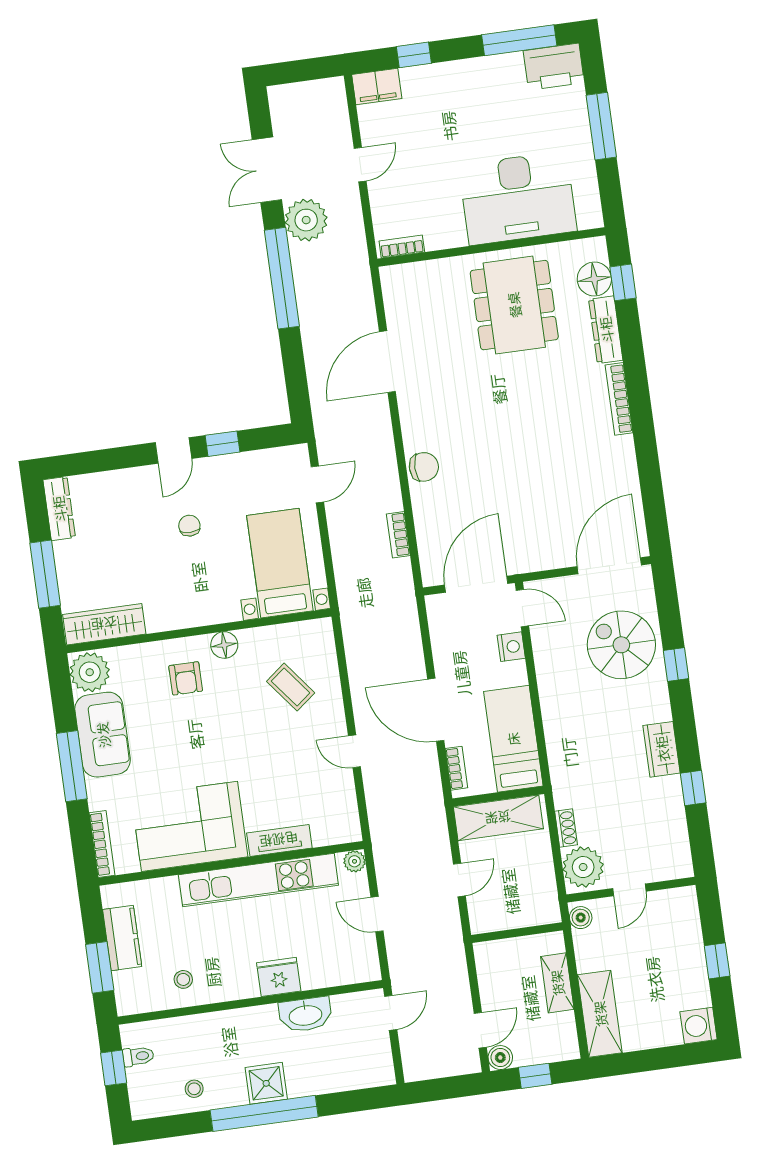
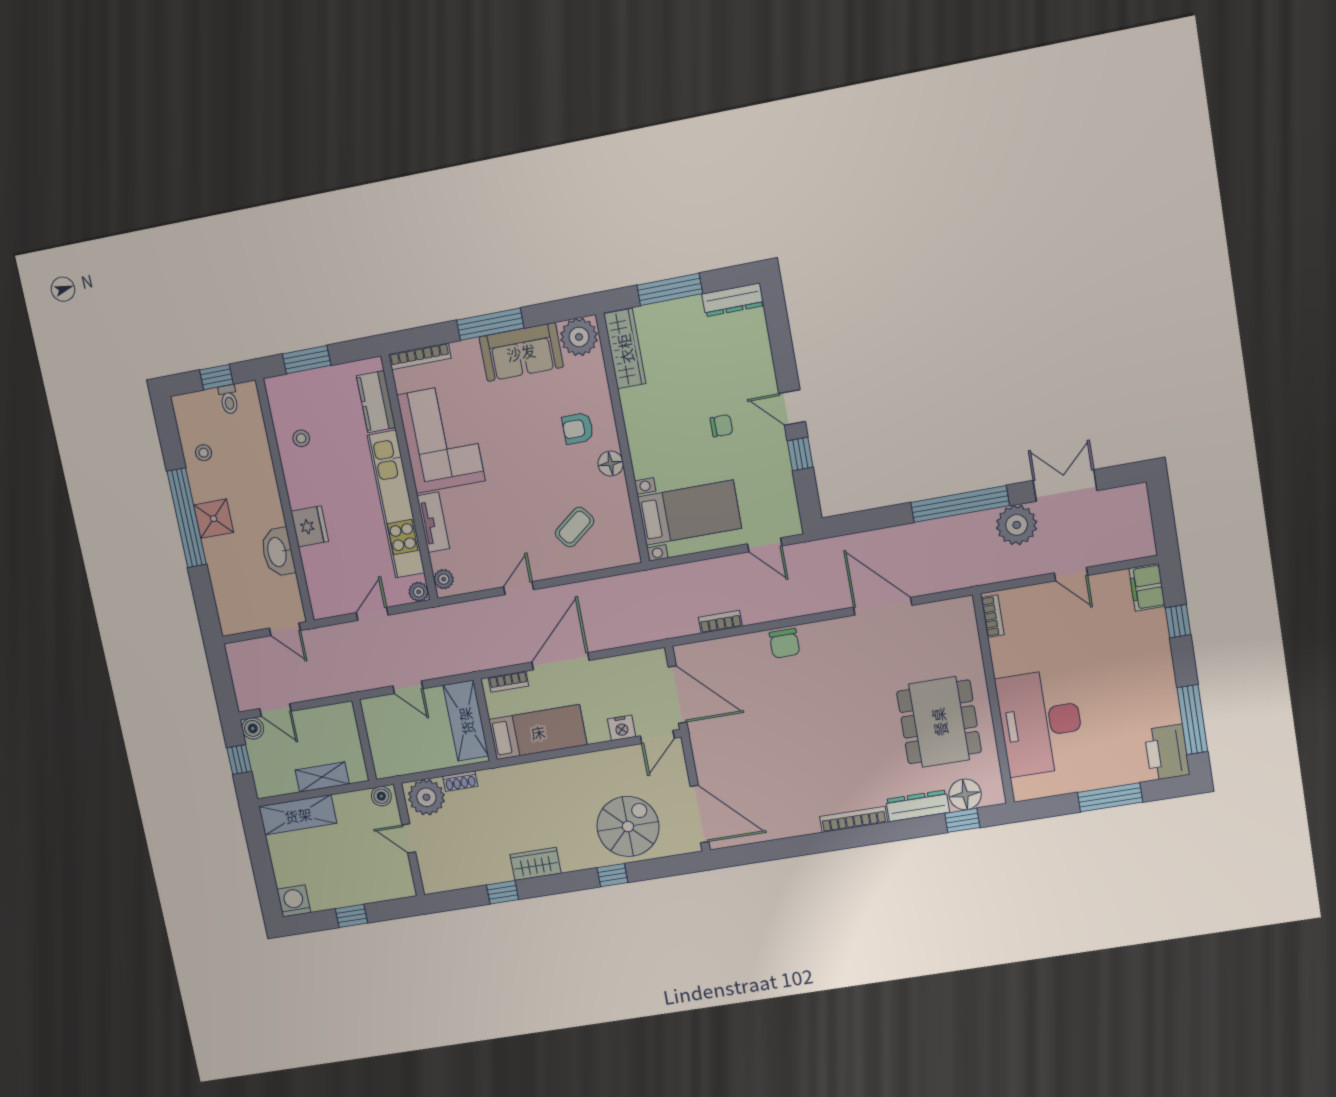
dining table: (514, 305) -> (939, 722), turned 90
plant: (342, 833) -> (444, 579), added
kitchen counter: (122, 938) -> (376, 402), moved, turned 90

